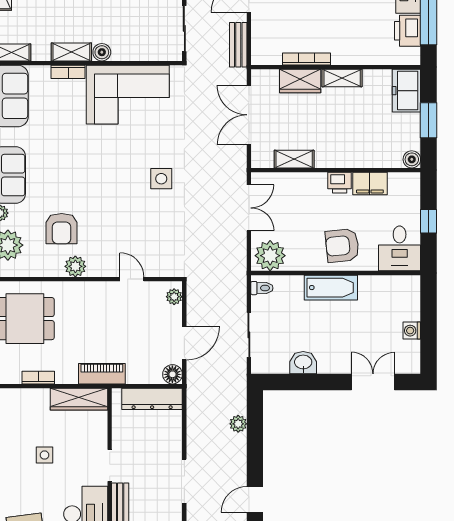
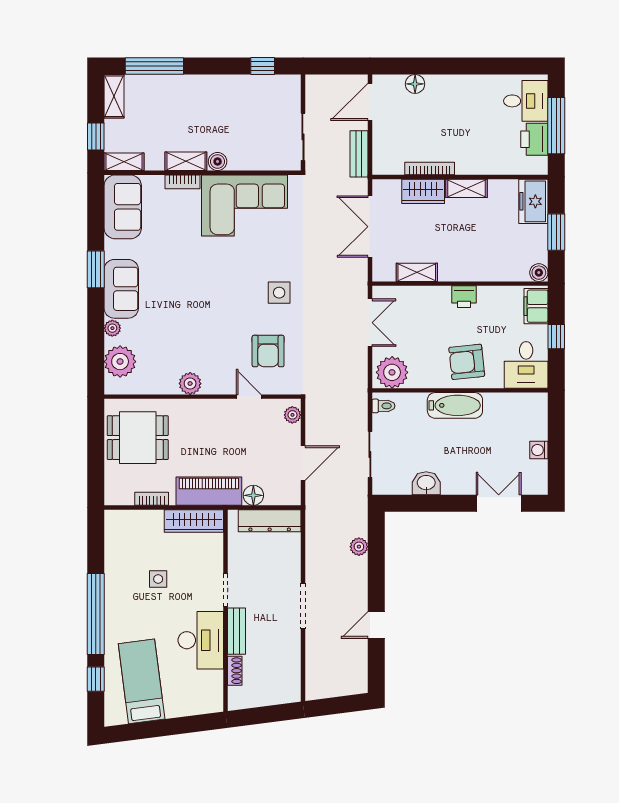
filing cabinet: (370, 183) -> (536, 306), moved, turned 90
armchair: (62, 229) -> (268, 351), moved
piano: (102, 374) -> (209, 491), width x1.37, depth x1.33
floor lamp: (172, 374) -> (253, 495), moved

